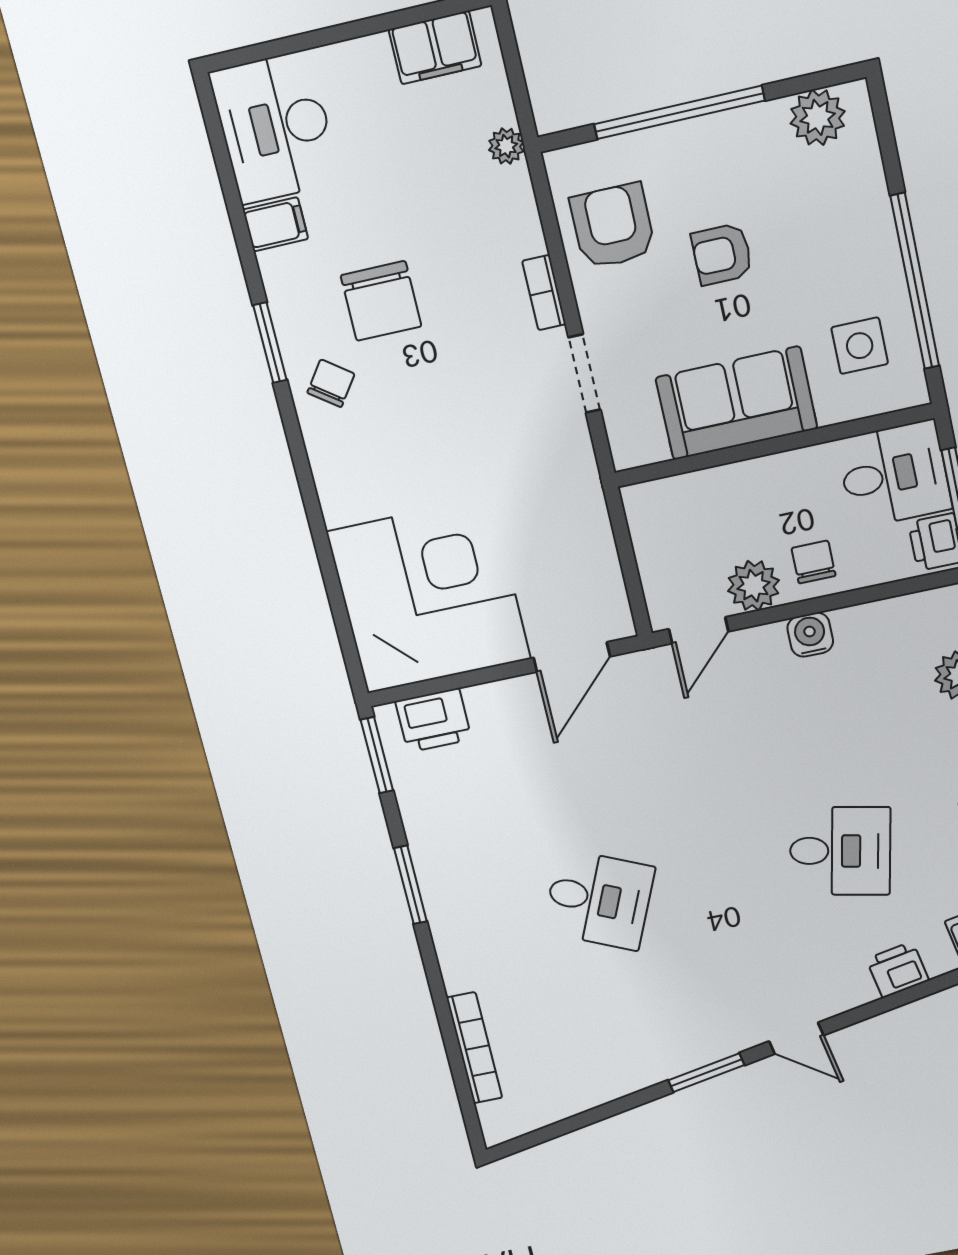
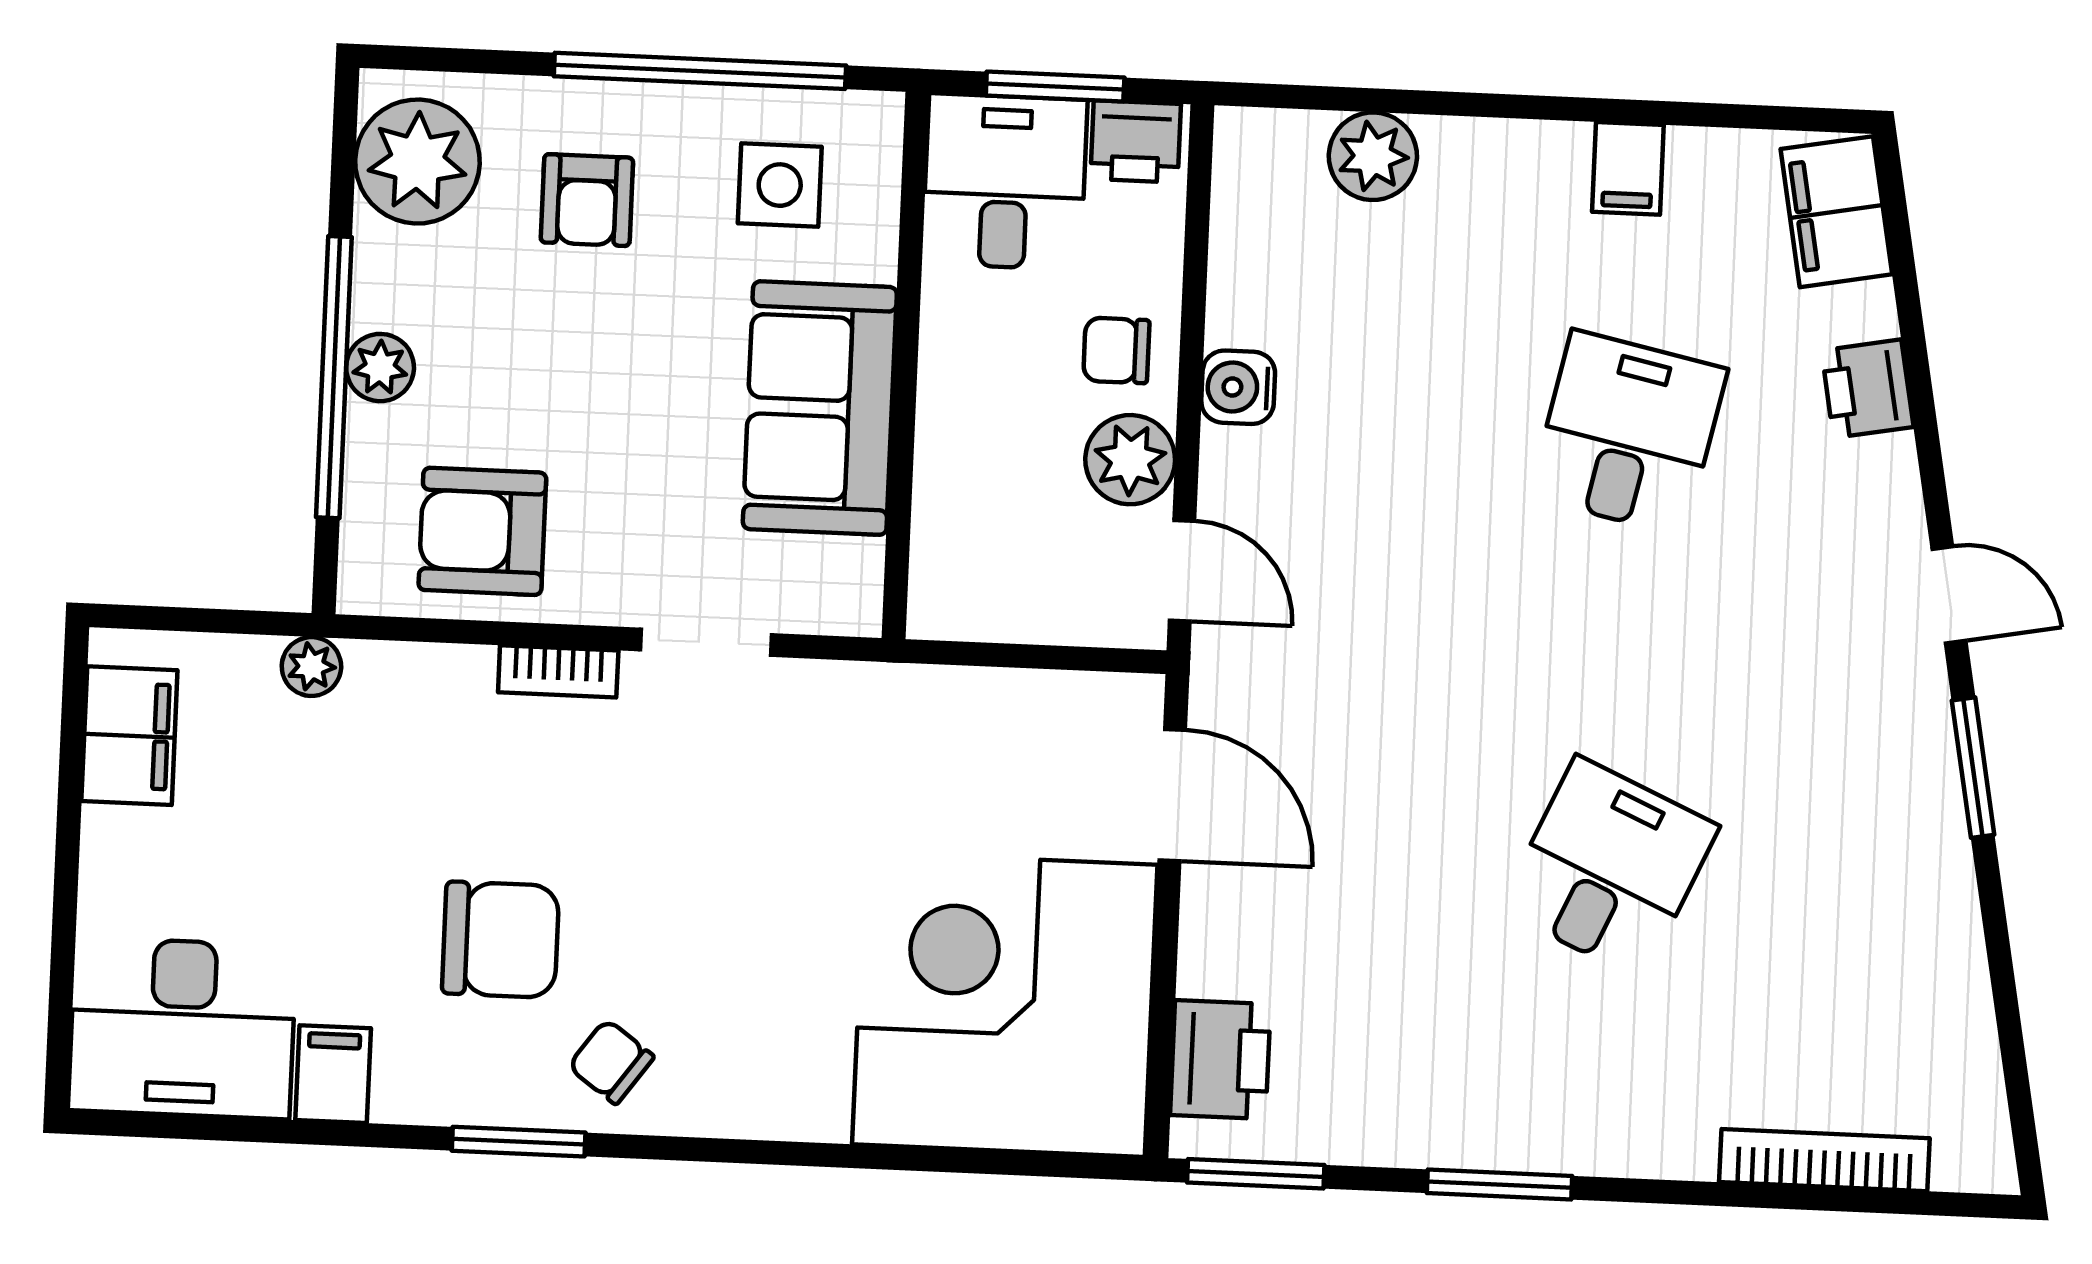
plant: (818, 117) -> (417, 162), width x1.36, depth x1.36
plant: (692, 139) -> (380, 368), added
armchair: (722, 254) -> (587, 200), moved
door: (796, 1038) -> (1949, 595), hinge flipped

